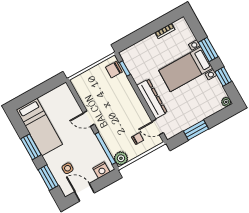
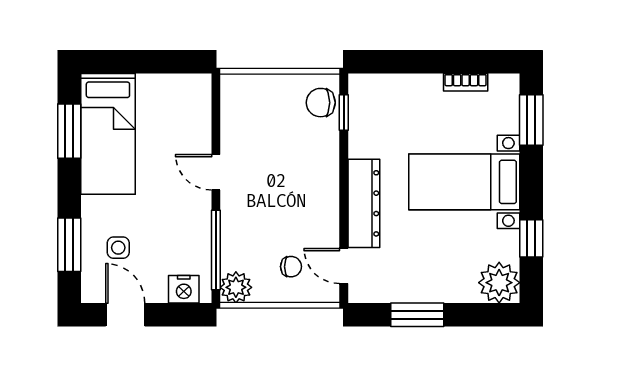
window: (208, 49) -> (531, 120), moved
plant: (226, 102) -> (499, 283), width x1.88, depth x1.88
window: (31, 147) -> (69, 131), moved

